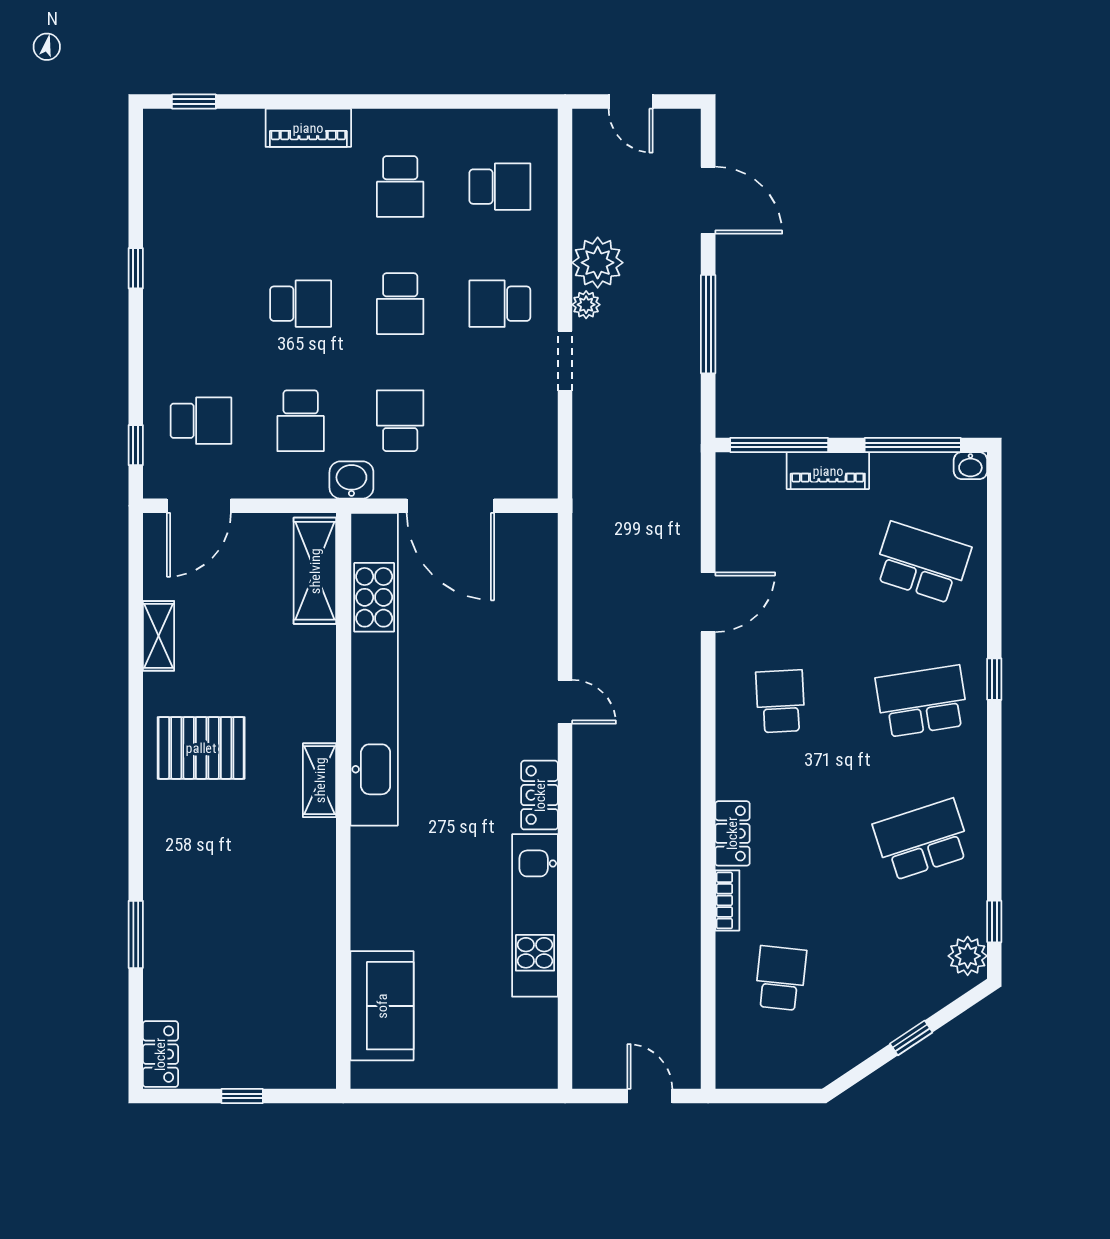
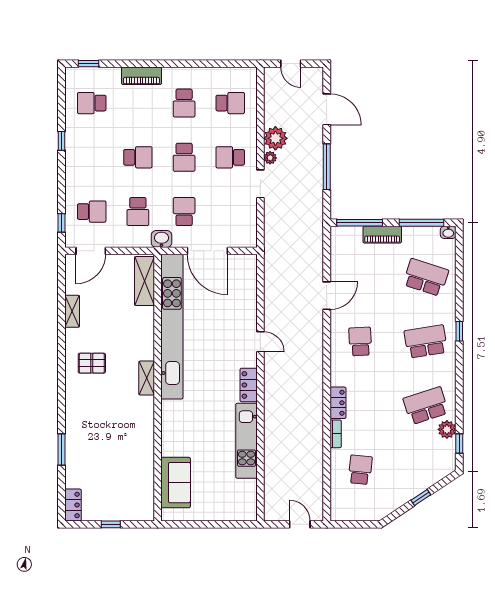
school desk: (201, 187) -> (92, 103), added
pallet: (201, 748) -> (92, 363), width x0.67, depth x0.71
plant: (968, 956) -> (447, 429), moved

